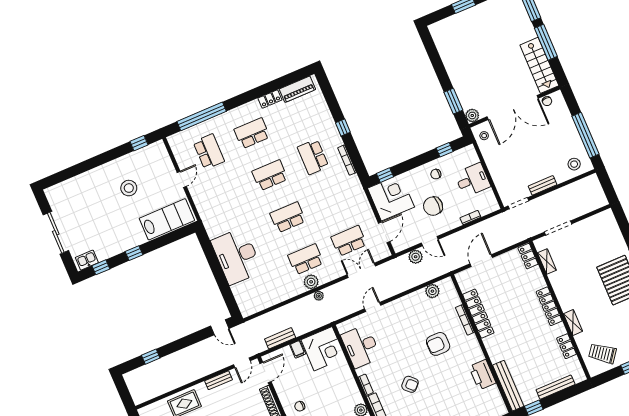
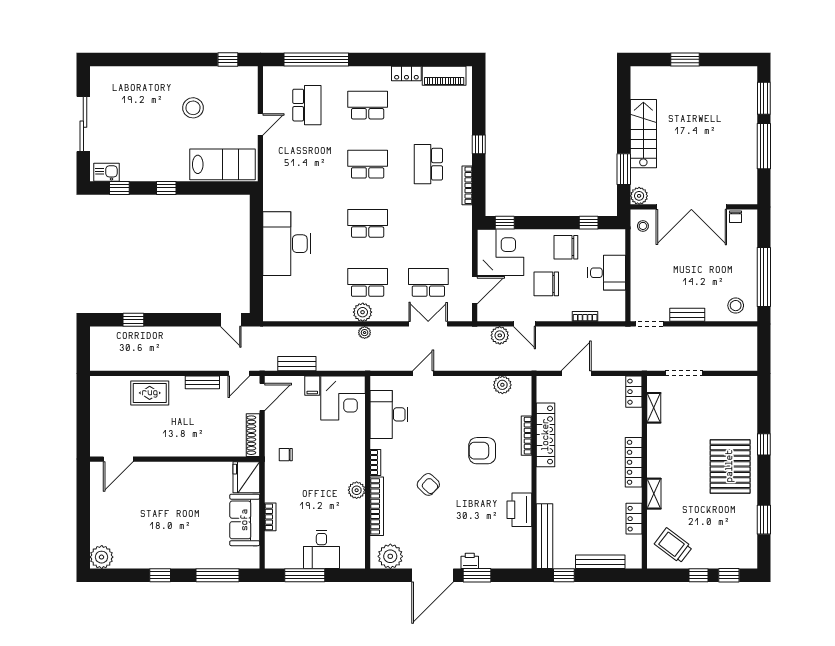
stairs: (539, 65) -> (643, 134), moved, turned 180
chair: (436, 174) -> (566, 247), width x1.87, depth x1.87

